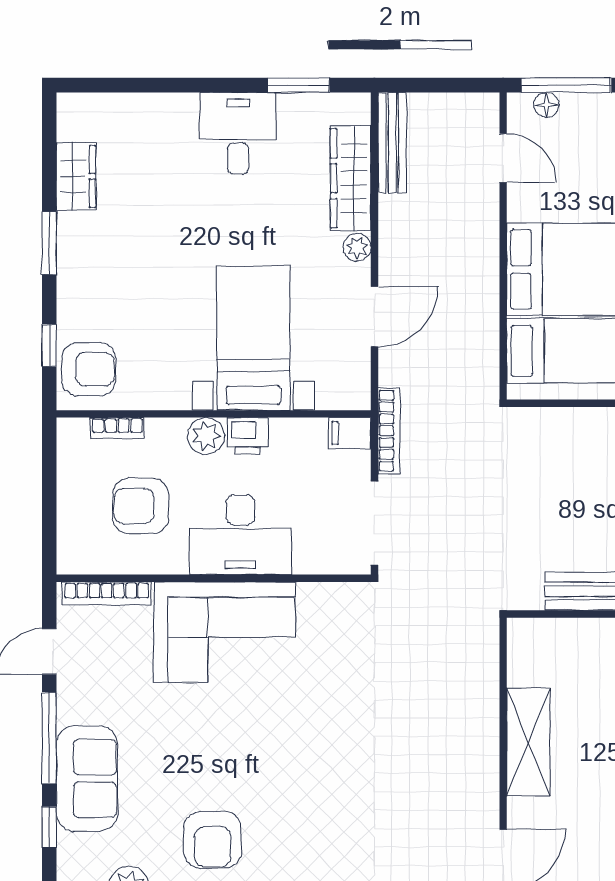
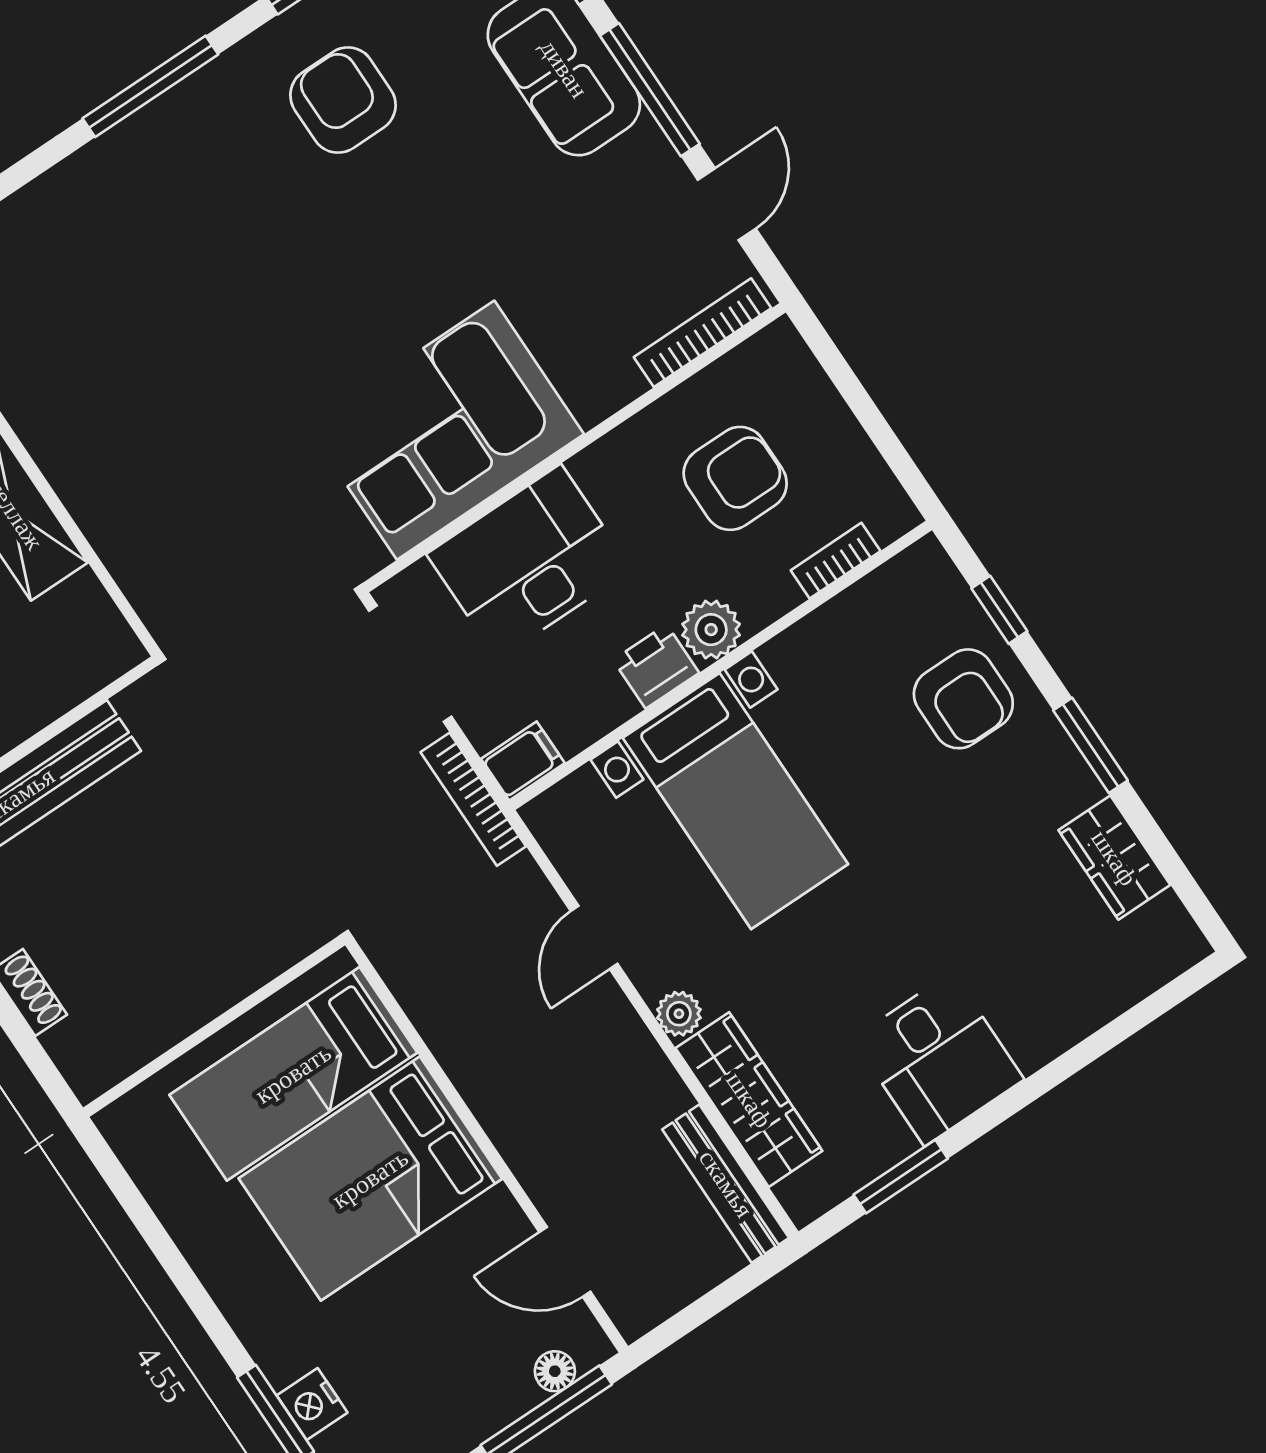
door: (374, 317) -> (594, 937), width x0.73
armchair: (89, 369) -> (963, 699), moved, turned -90
desk: (240, 535) -> (529, 562), moved
corner sofa: (225, 632) -> (446, 430), moved

